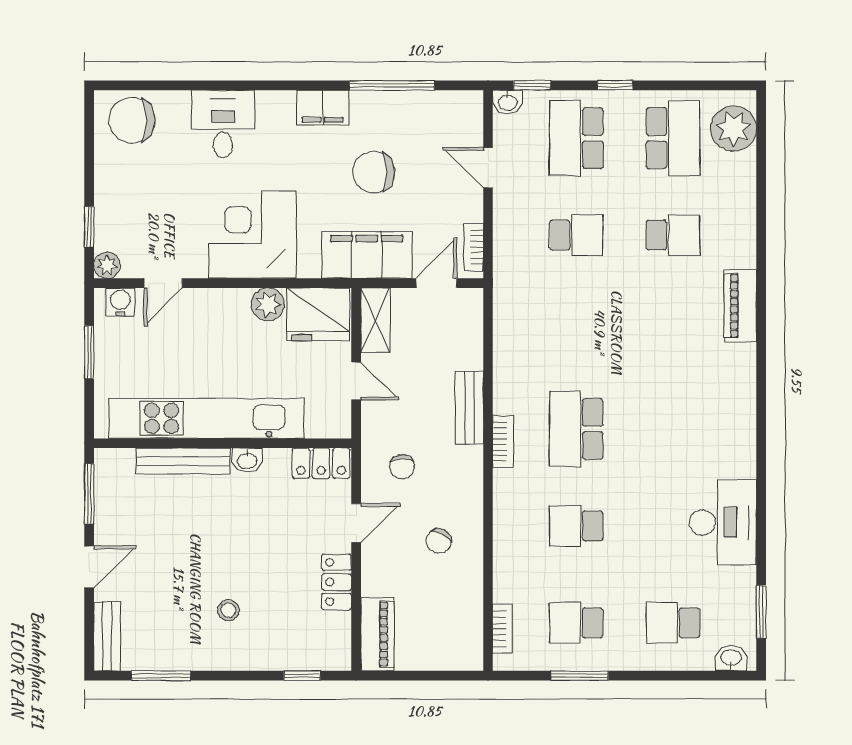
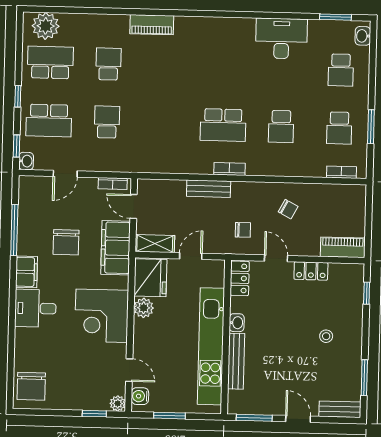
desk: (223, 124) -> (35, 308), moved

